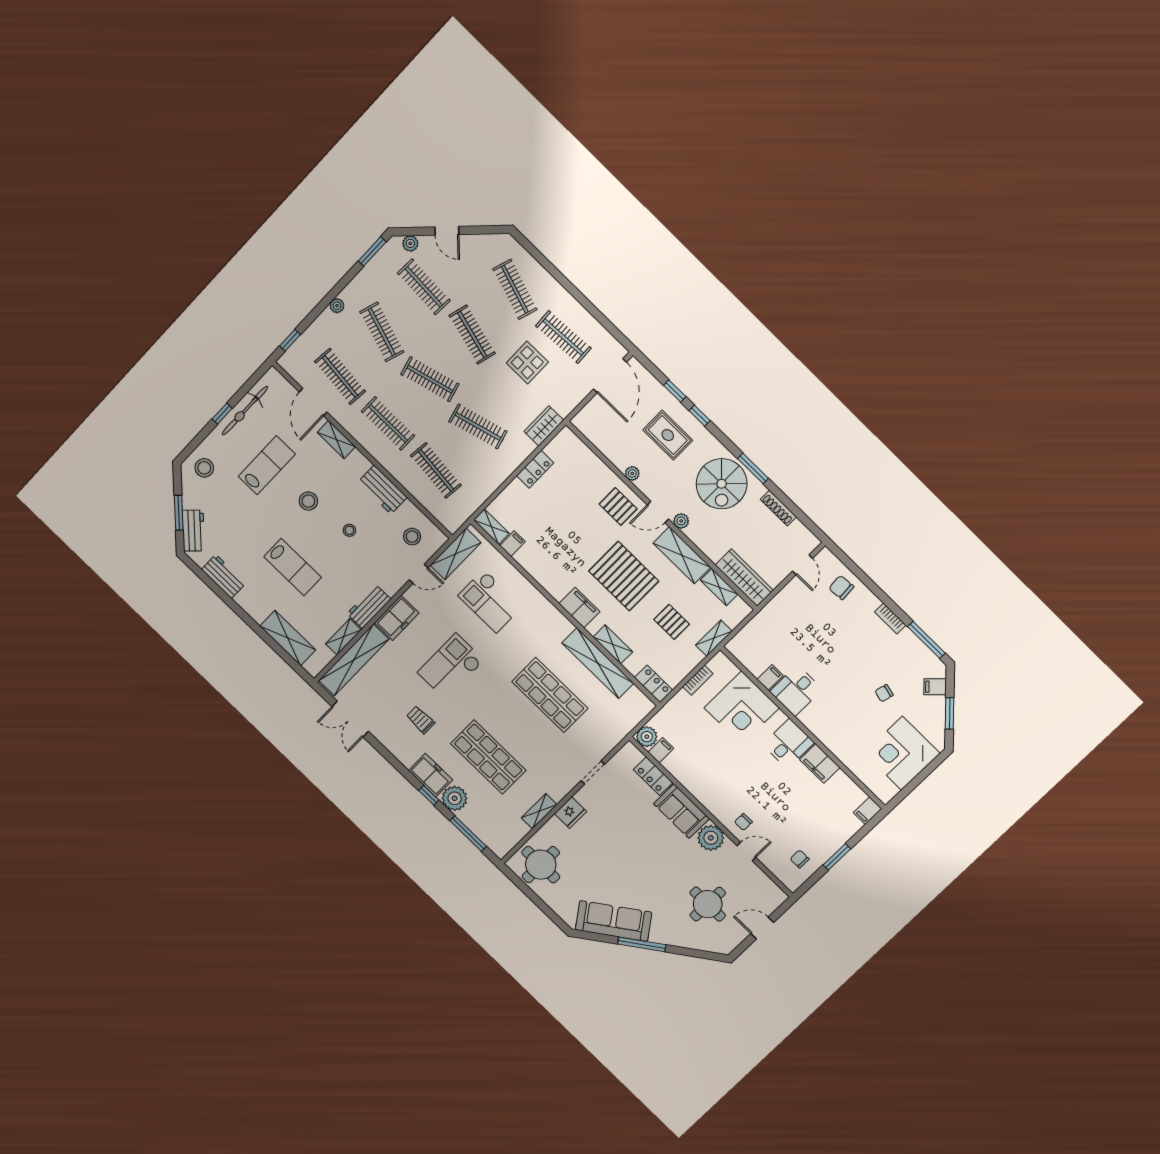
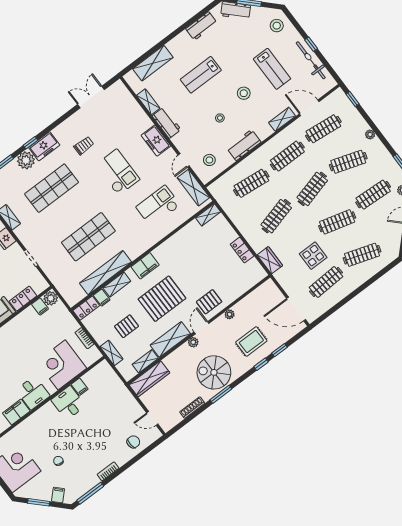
filing cabinet: (513, 544) -> (102, 298), moved
shelving: (354, 660) -> (131, 106), removed

